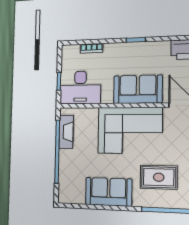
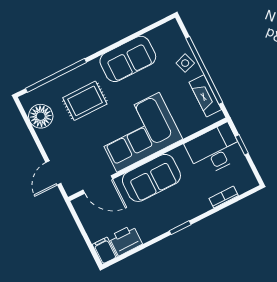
side table: (68, 165) -> (185, 63), added

